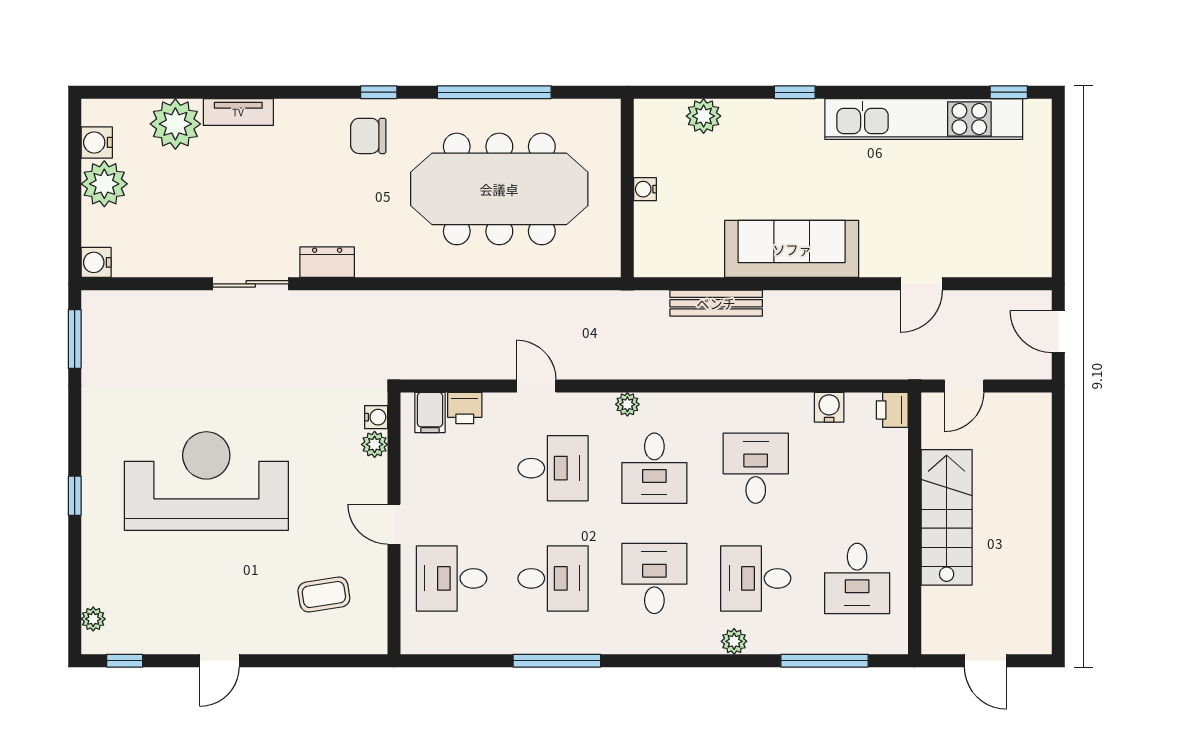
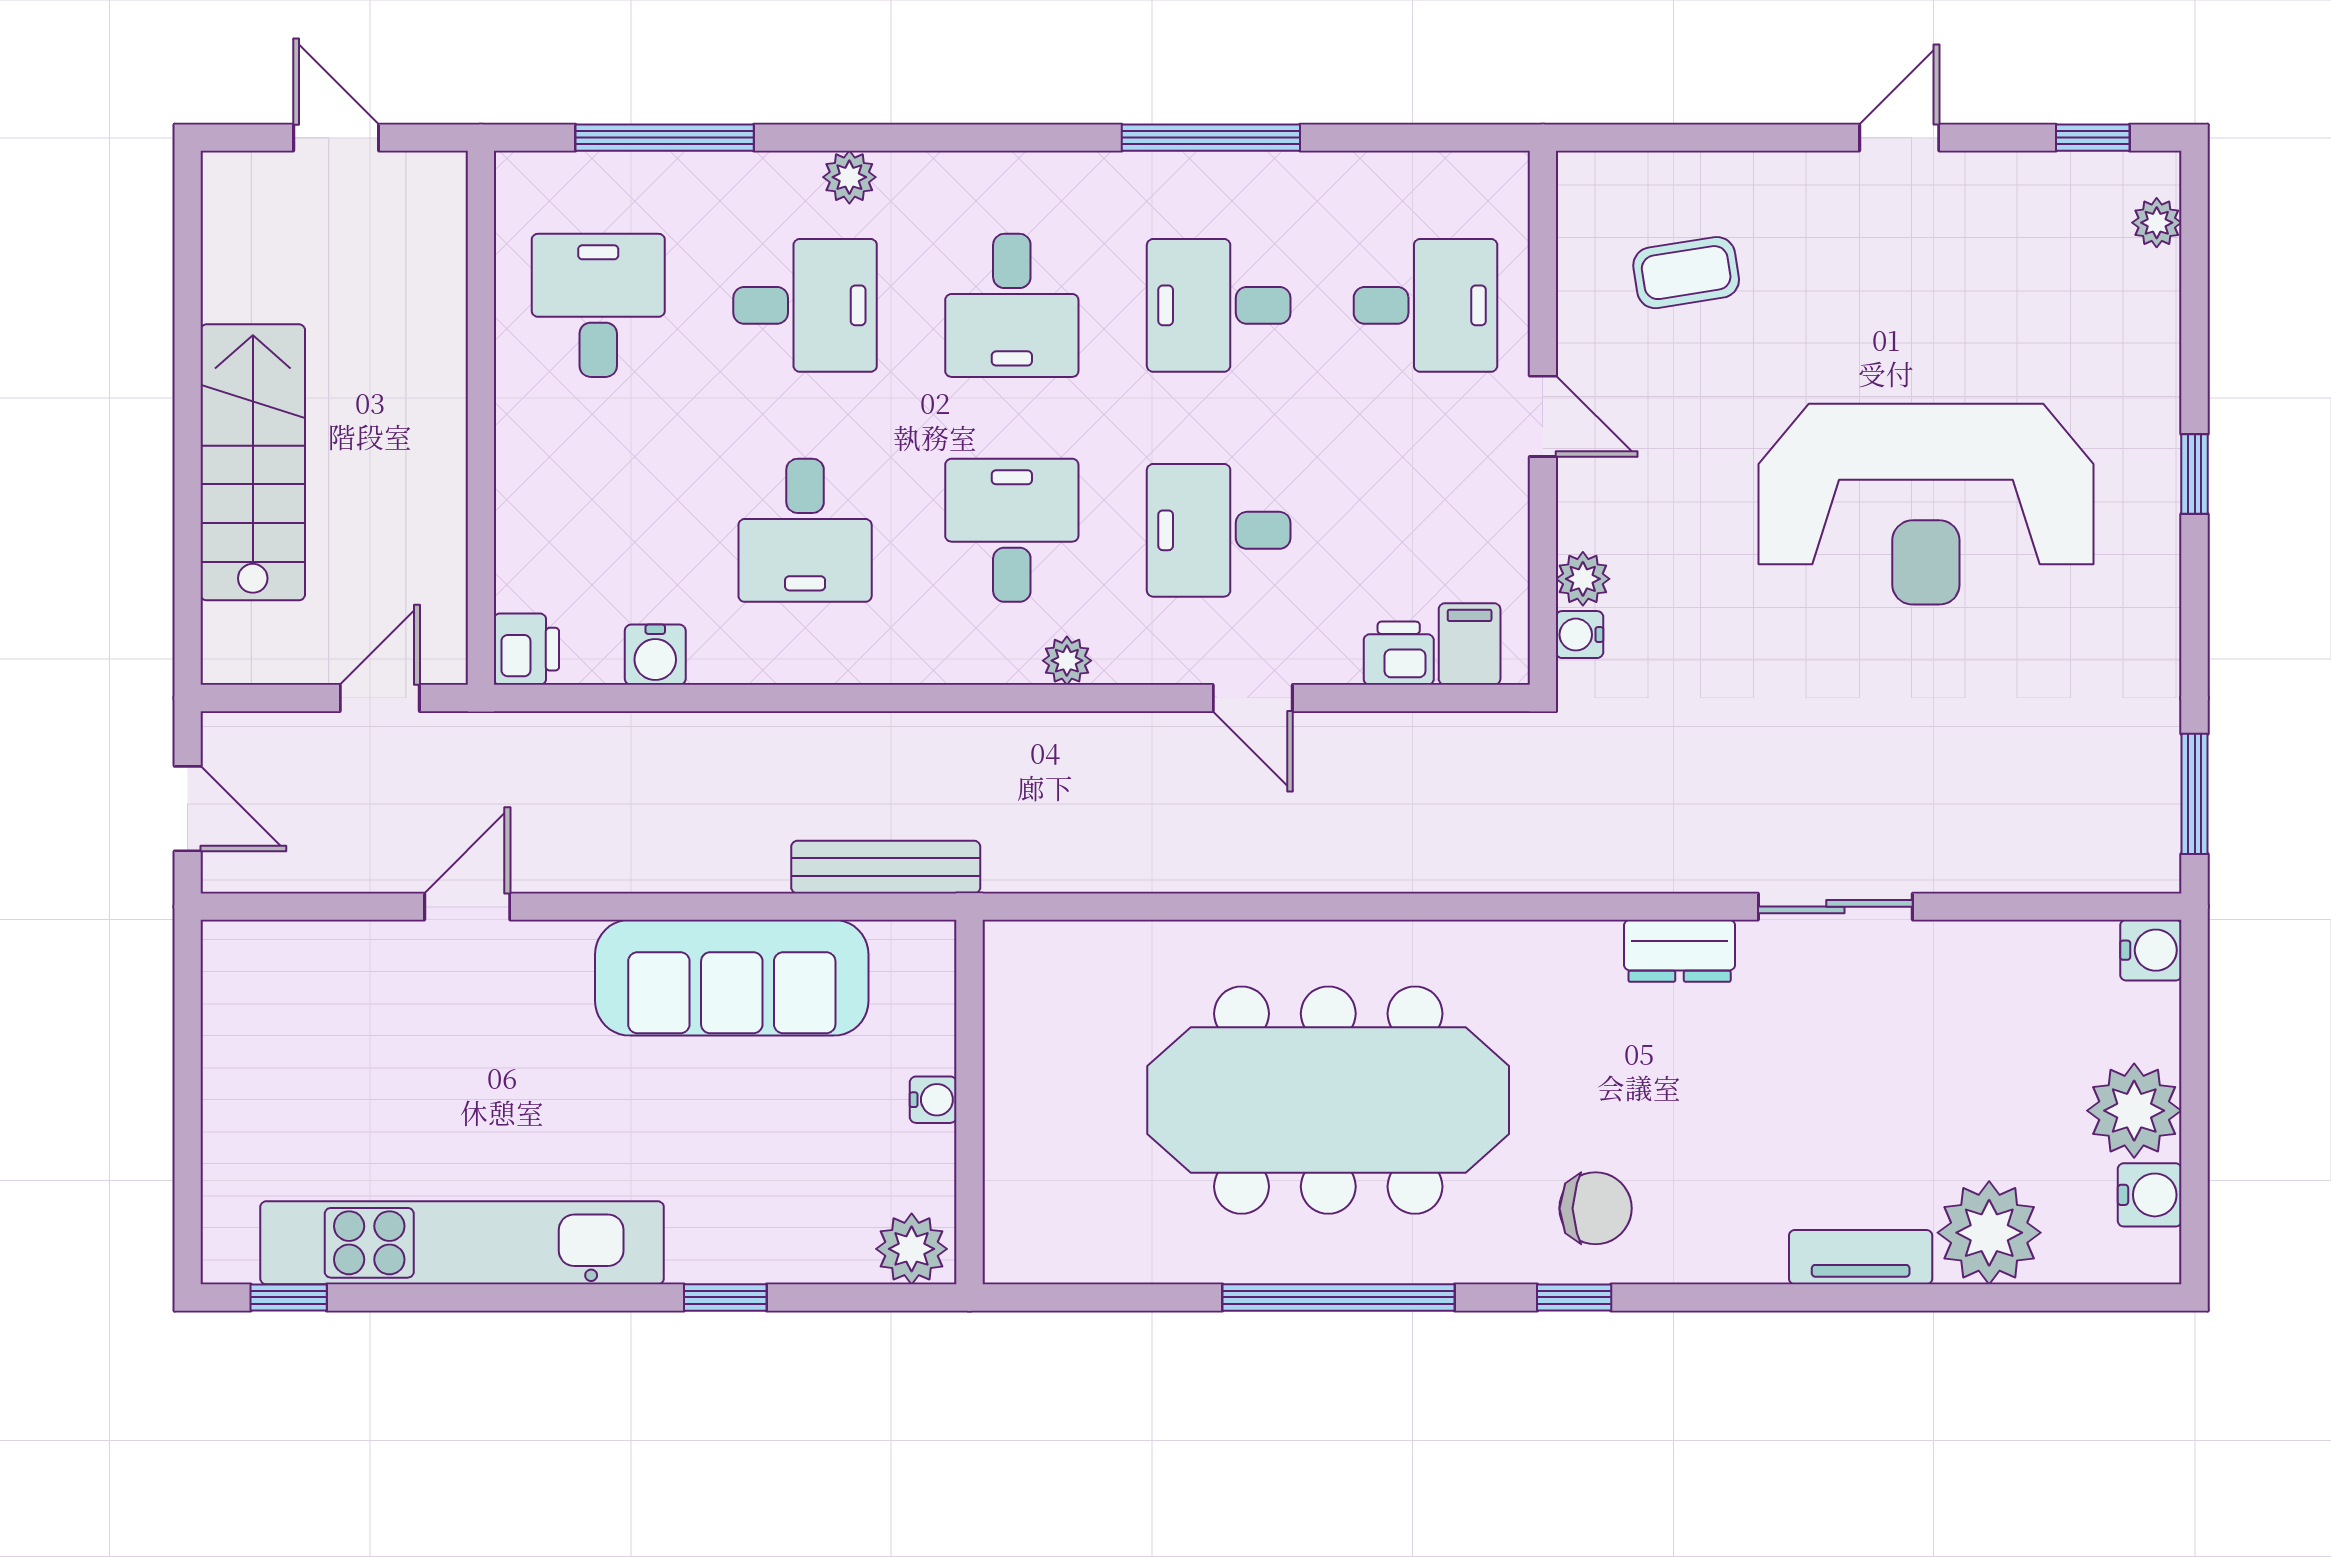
wall: (627, 188) -> (970, 1102), moved
water cooler: (645, 189) -> (933, 1100), moved
stairs: (947, 517) -> (253, 462), moved, turned 180

